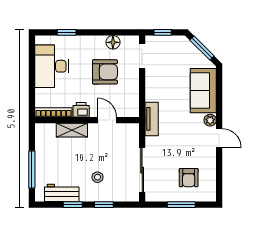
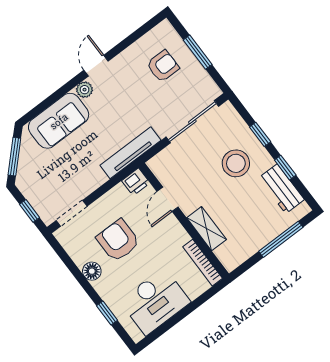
floor lamp: (113, 42) -> (92, 271), moved
printer: (81, 110) -> (136, 182), moved, turned -90
tv unit: (152, 119) -> (130, 153), width x1.41
stool: (98, 177) -> (236, 163), width x1.89, depth x1.89

